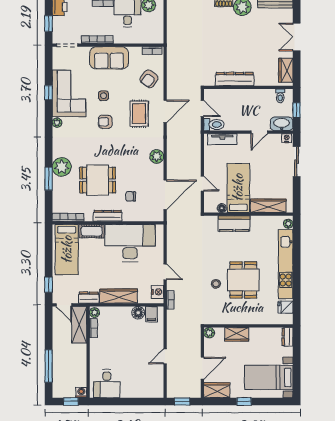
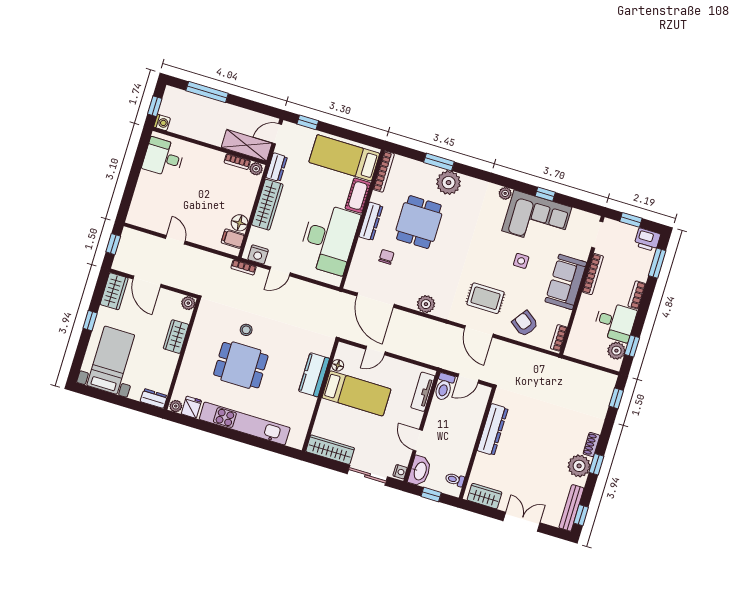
armchair: (105, 122) -> (488, 253), removed
wardrobe: (268, 206) -> (330, 450), moved, turned -90
plant: (288, 224) -> (176, 406), moved

